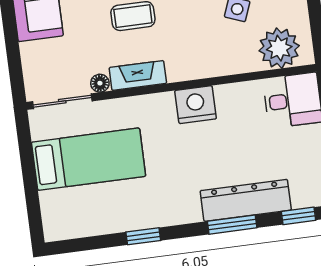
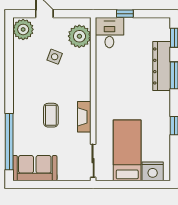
floor lamp: (100, 83) -> (86, 138), removed
nightstand: (196, 105) -> (153, 171), moved, turned -90

